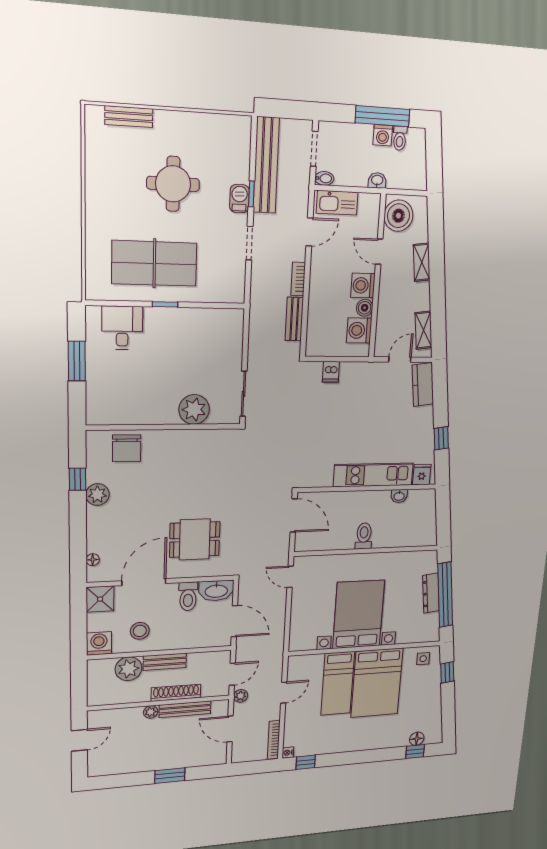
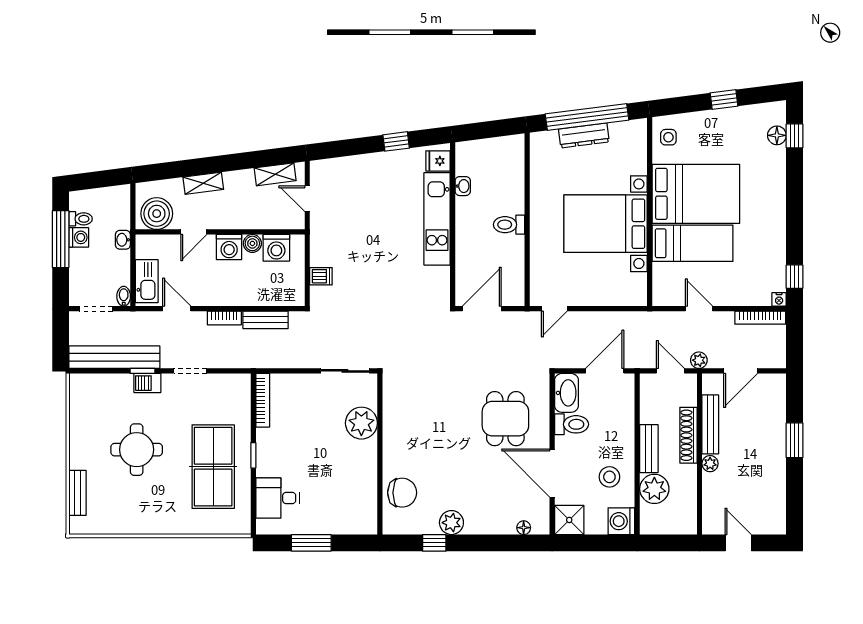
bookcase: (219, 315) -> (263, 400), added
kitchen counter: (423, 385) -> (335, 169), removed
window: (447, 672) -> (724, 99), moved

